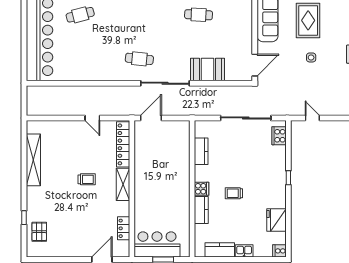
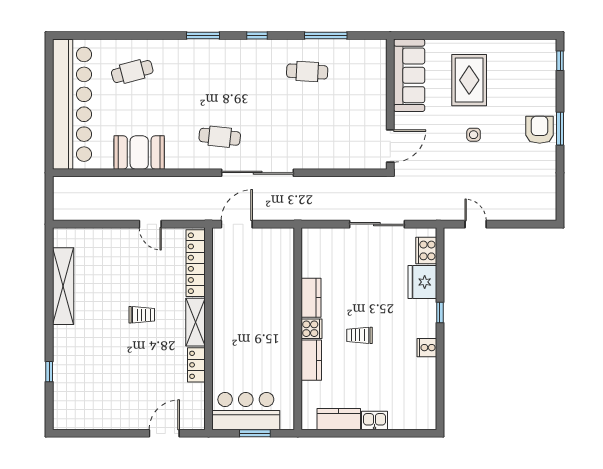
booth: (207, 70) -> (139, 153), moved
sliding door: (246, 118) -> (377, 224), width x0.73
kitchen counter: (201, 151) -> (311, 298), moved
fridge: (276, 220) -> (422, 282), moved
locker: (124, 228) -> (196, 365), moved
pallet: (39, 232) -> (72, 392), removed
cooker: (279, 251) -> (427, 348), moved

